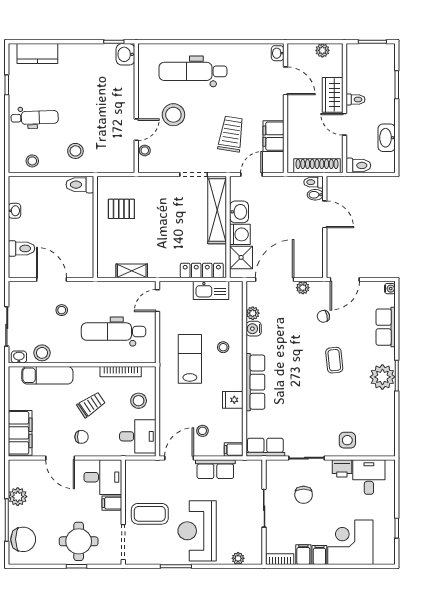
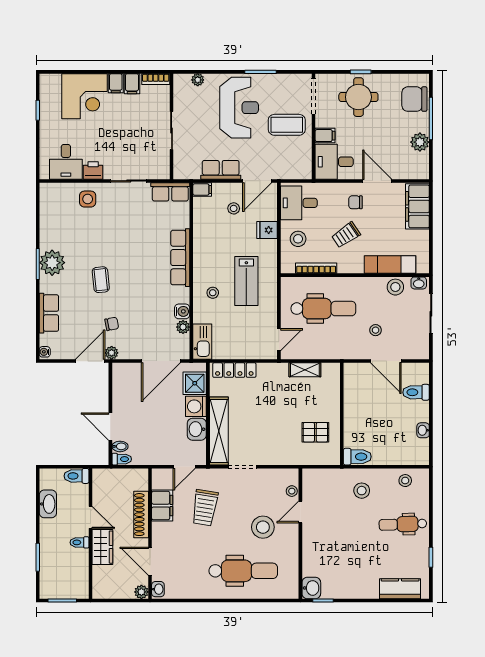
plant: (322, 50) -> (141, 592), moved
shoe rack: (317, 166) -> (141, 515), moved, turned 90
plant: (303, 288) -> (112, 353), moved
kitchen sink: (211, 290) -> (202, 342), moved, turned 90
fridge: (233, 400) -> (267, 230), moved, turned 180
chair: (304, 495) -> (132, 144), removed

